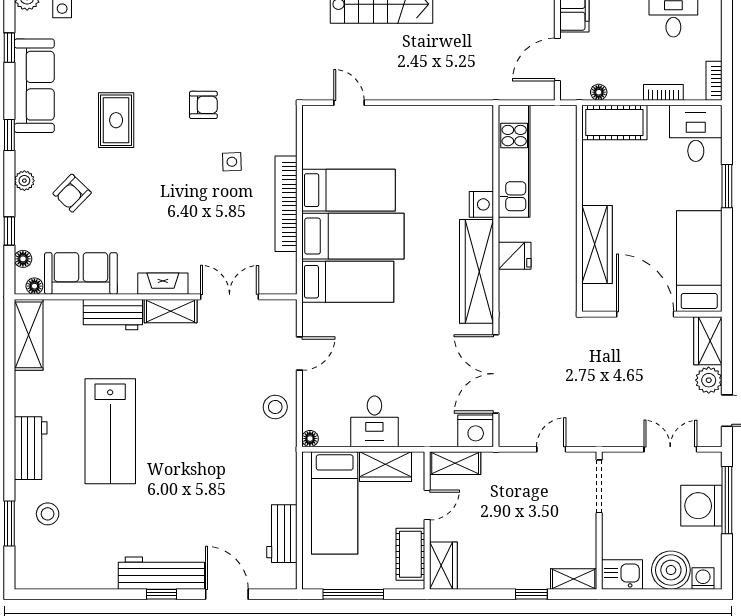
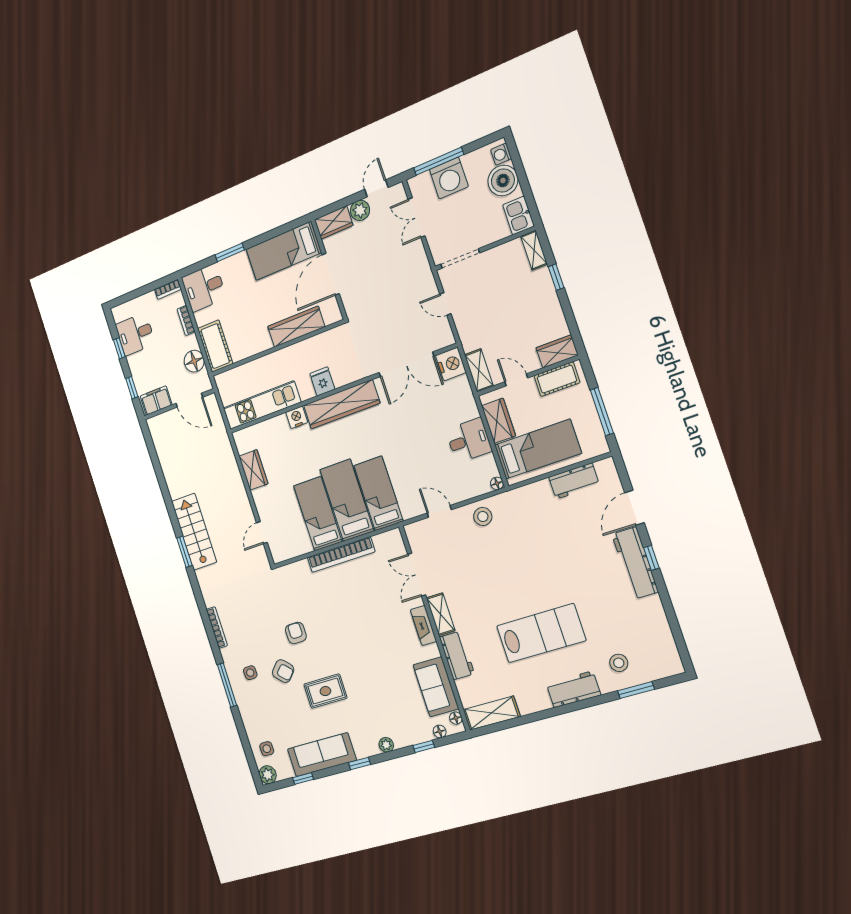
floor lamp: (599, 92) -> (194, 361), width x1.89, depth x1.89
wardrobe: (435, 120) -> (253, 470), added
side table: (232, 162) -> (250, 673), moved
armchair: (72, 193) -> (283, 671), moved

